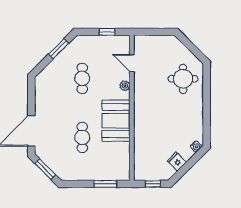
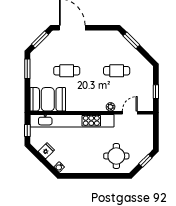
window: (189, 44) -> (145, 161), added
window: (59, 49) -> (131, 40), moved
booth: (116, 121) -> (48, 99), moved
kitchen unit: (141, 131) -> (72, 121), added
window: (105, 184) -> (27, 69), moved

